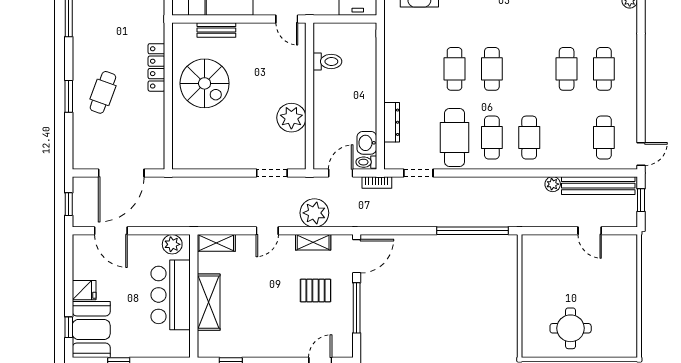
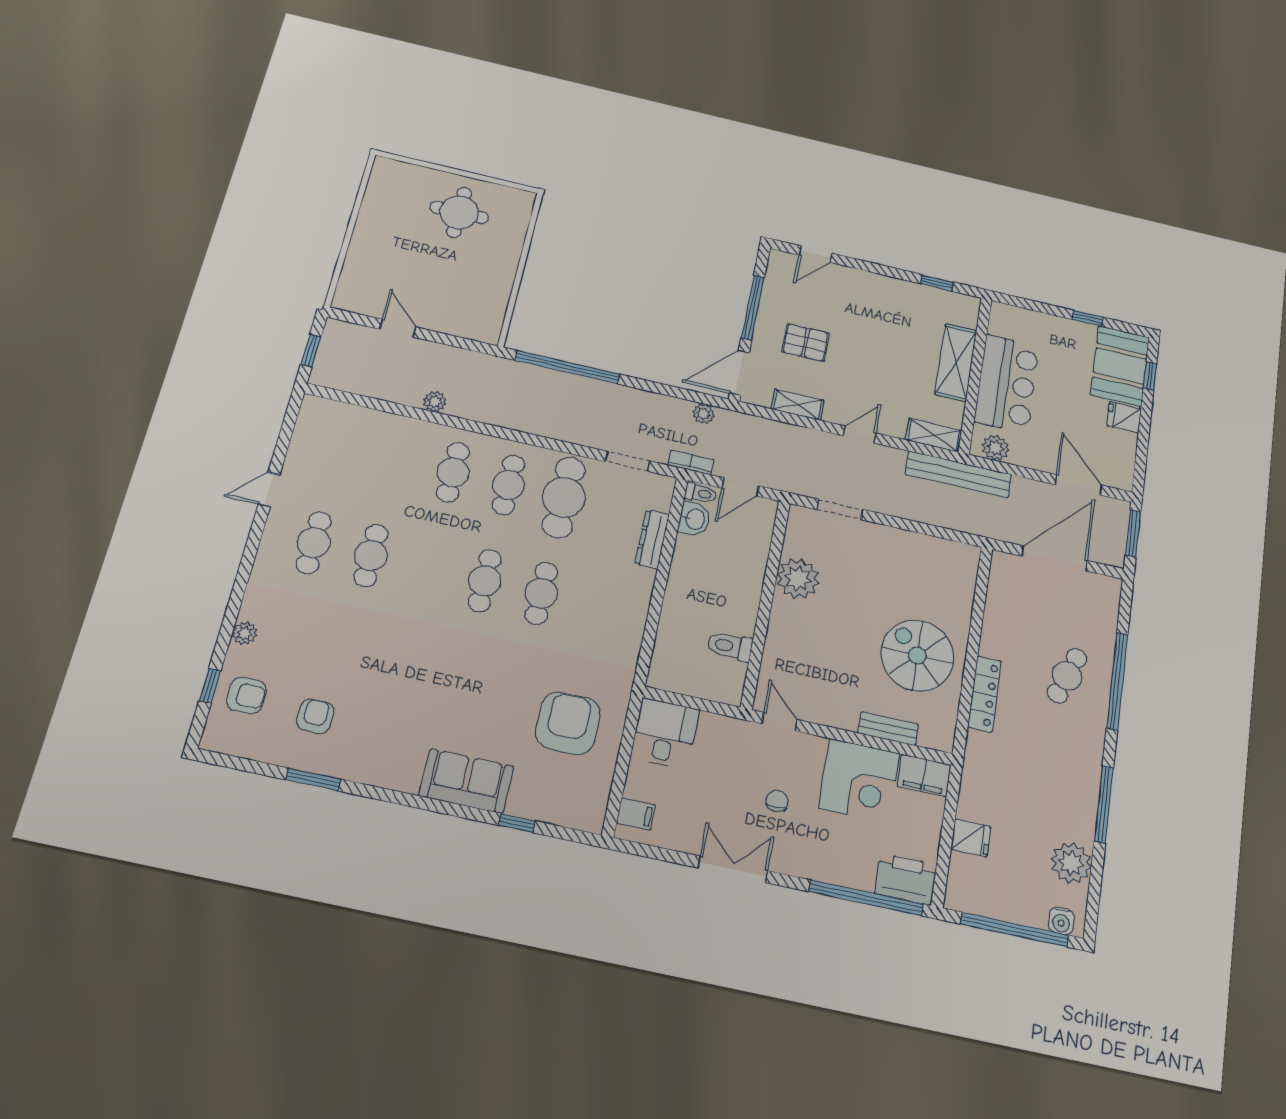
window: (69, 96) -> (1117, 681), width x2.11
cafe table: (604, 138) -> (341, 447), removed
door: (641, 154) -> (269, 489), moved
bench: (598, 186) -> (958, 474), moved
window: (69, 204) -> (1133, 533), width x1.50
plant: (314, 213) -> (704, 414), moved, width x0.53, depth x0.53

